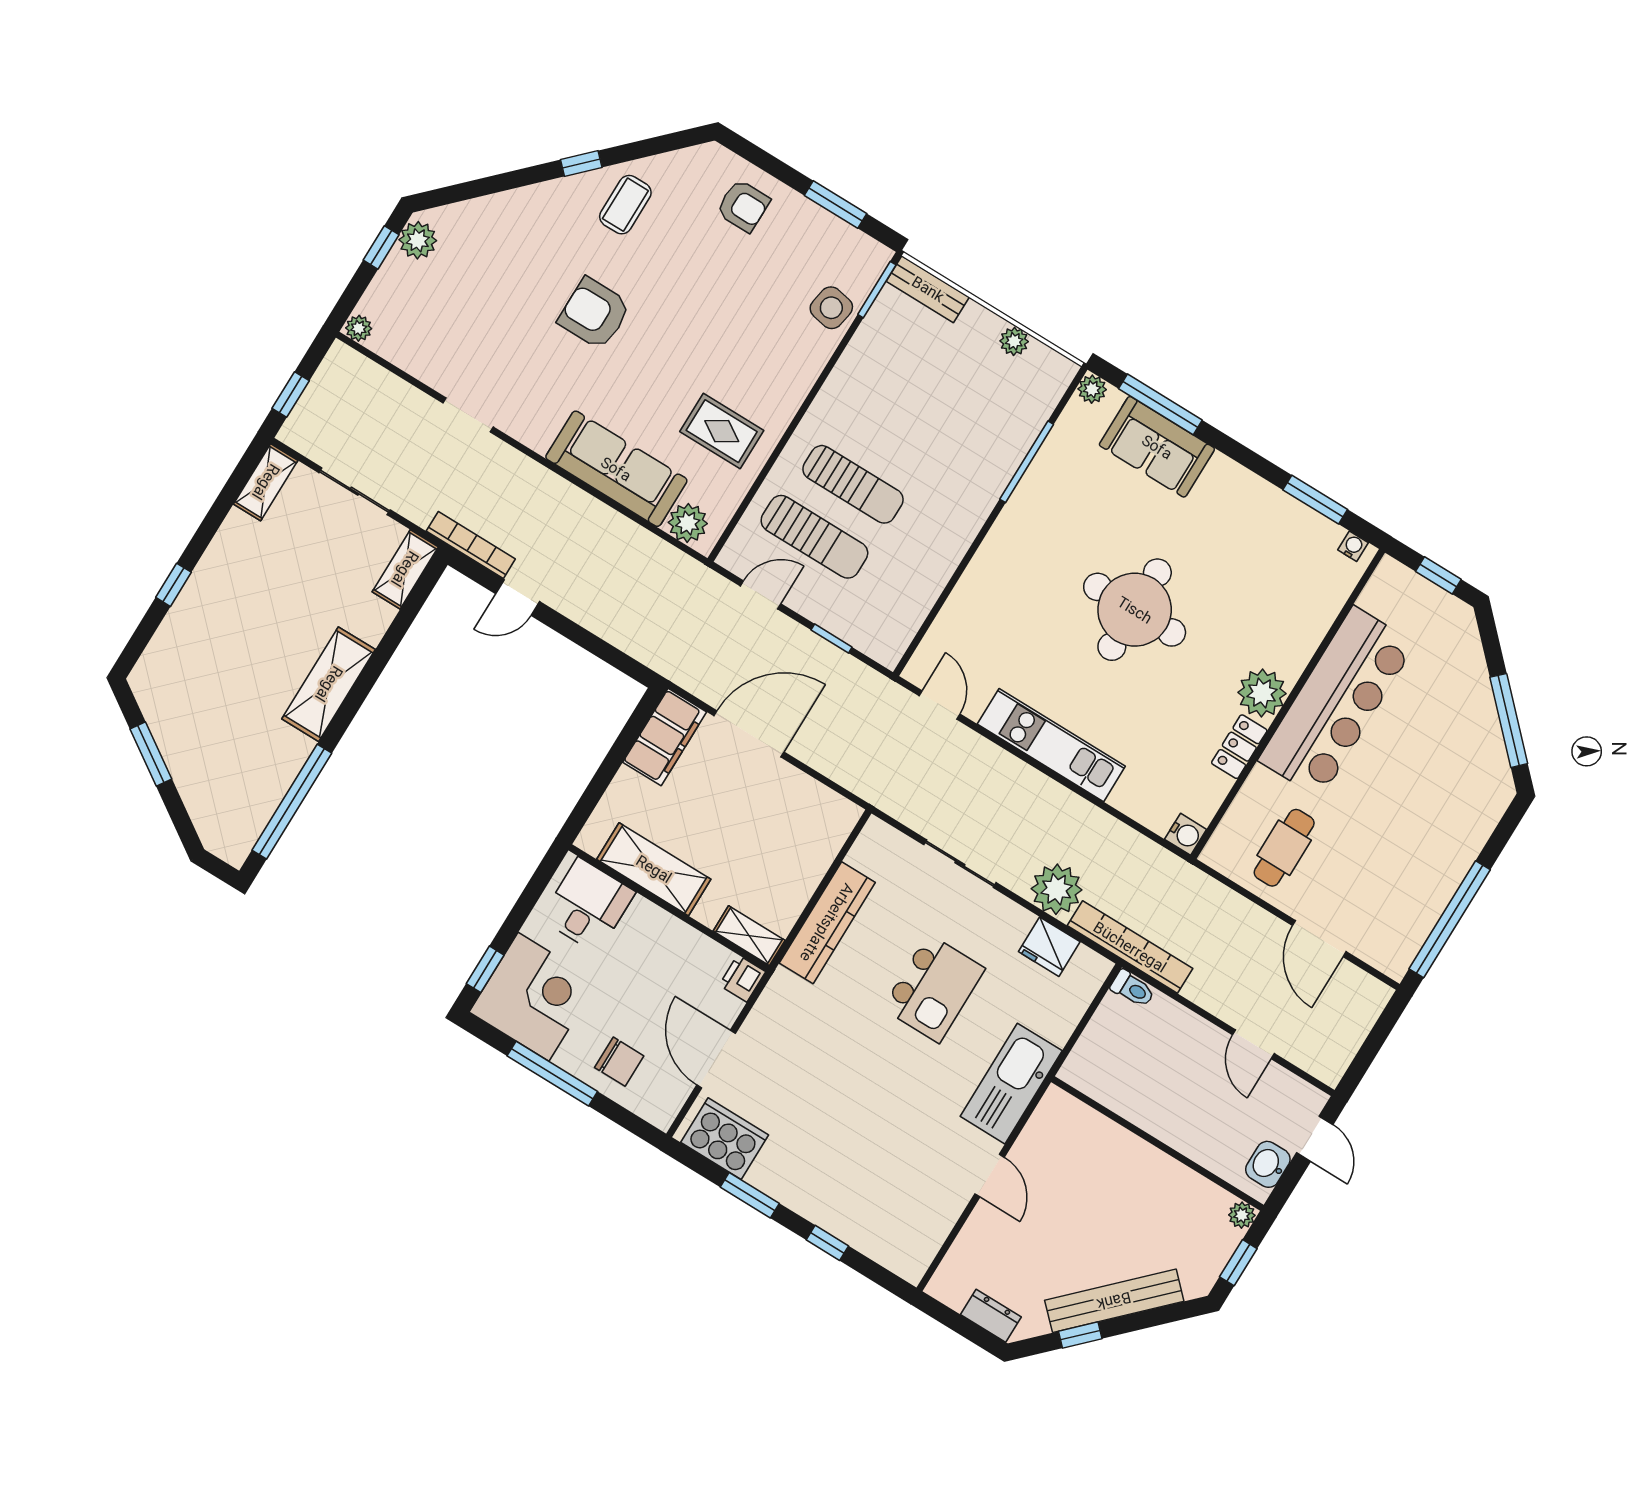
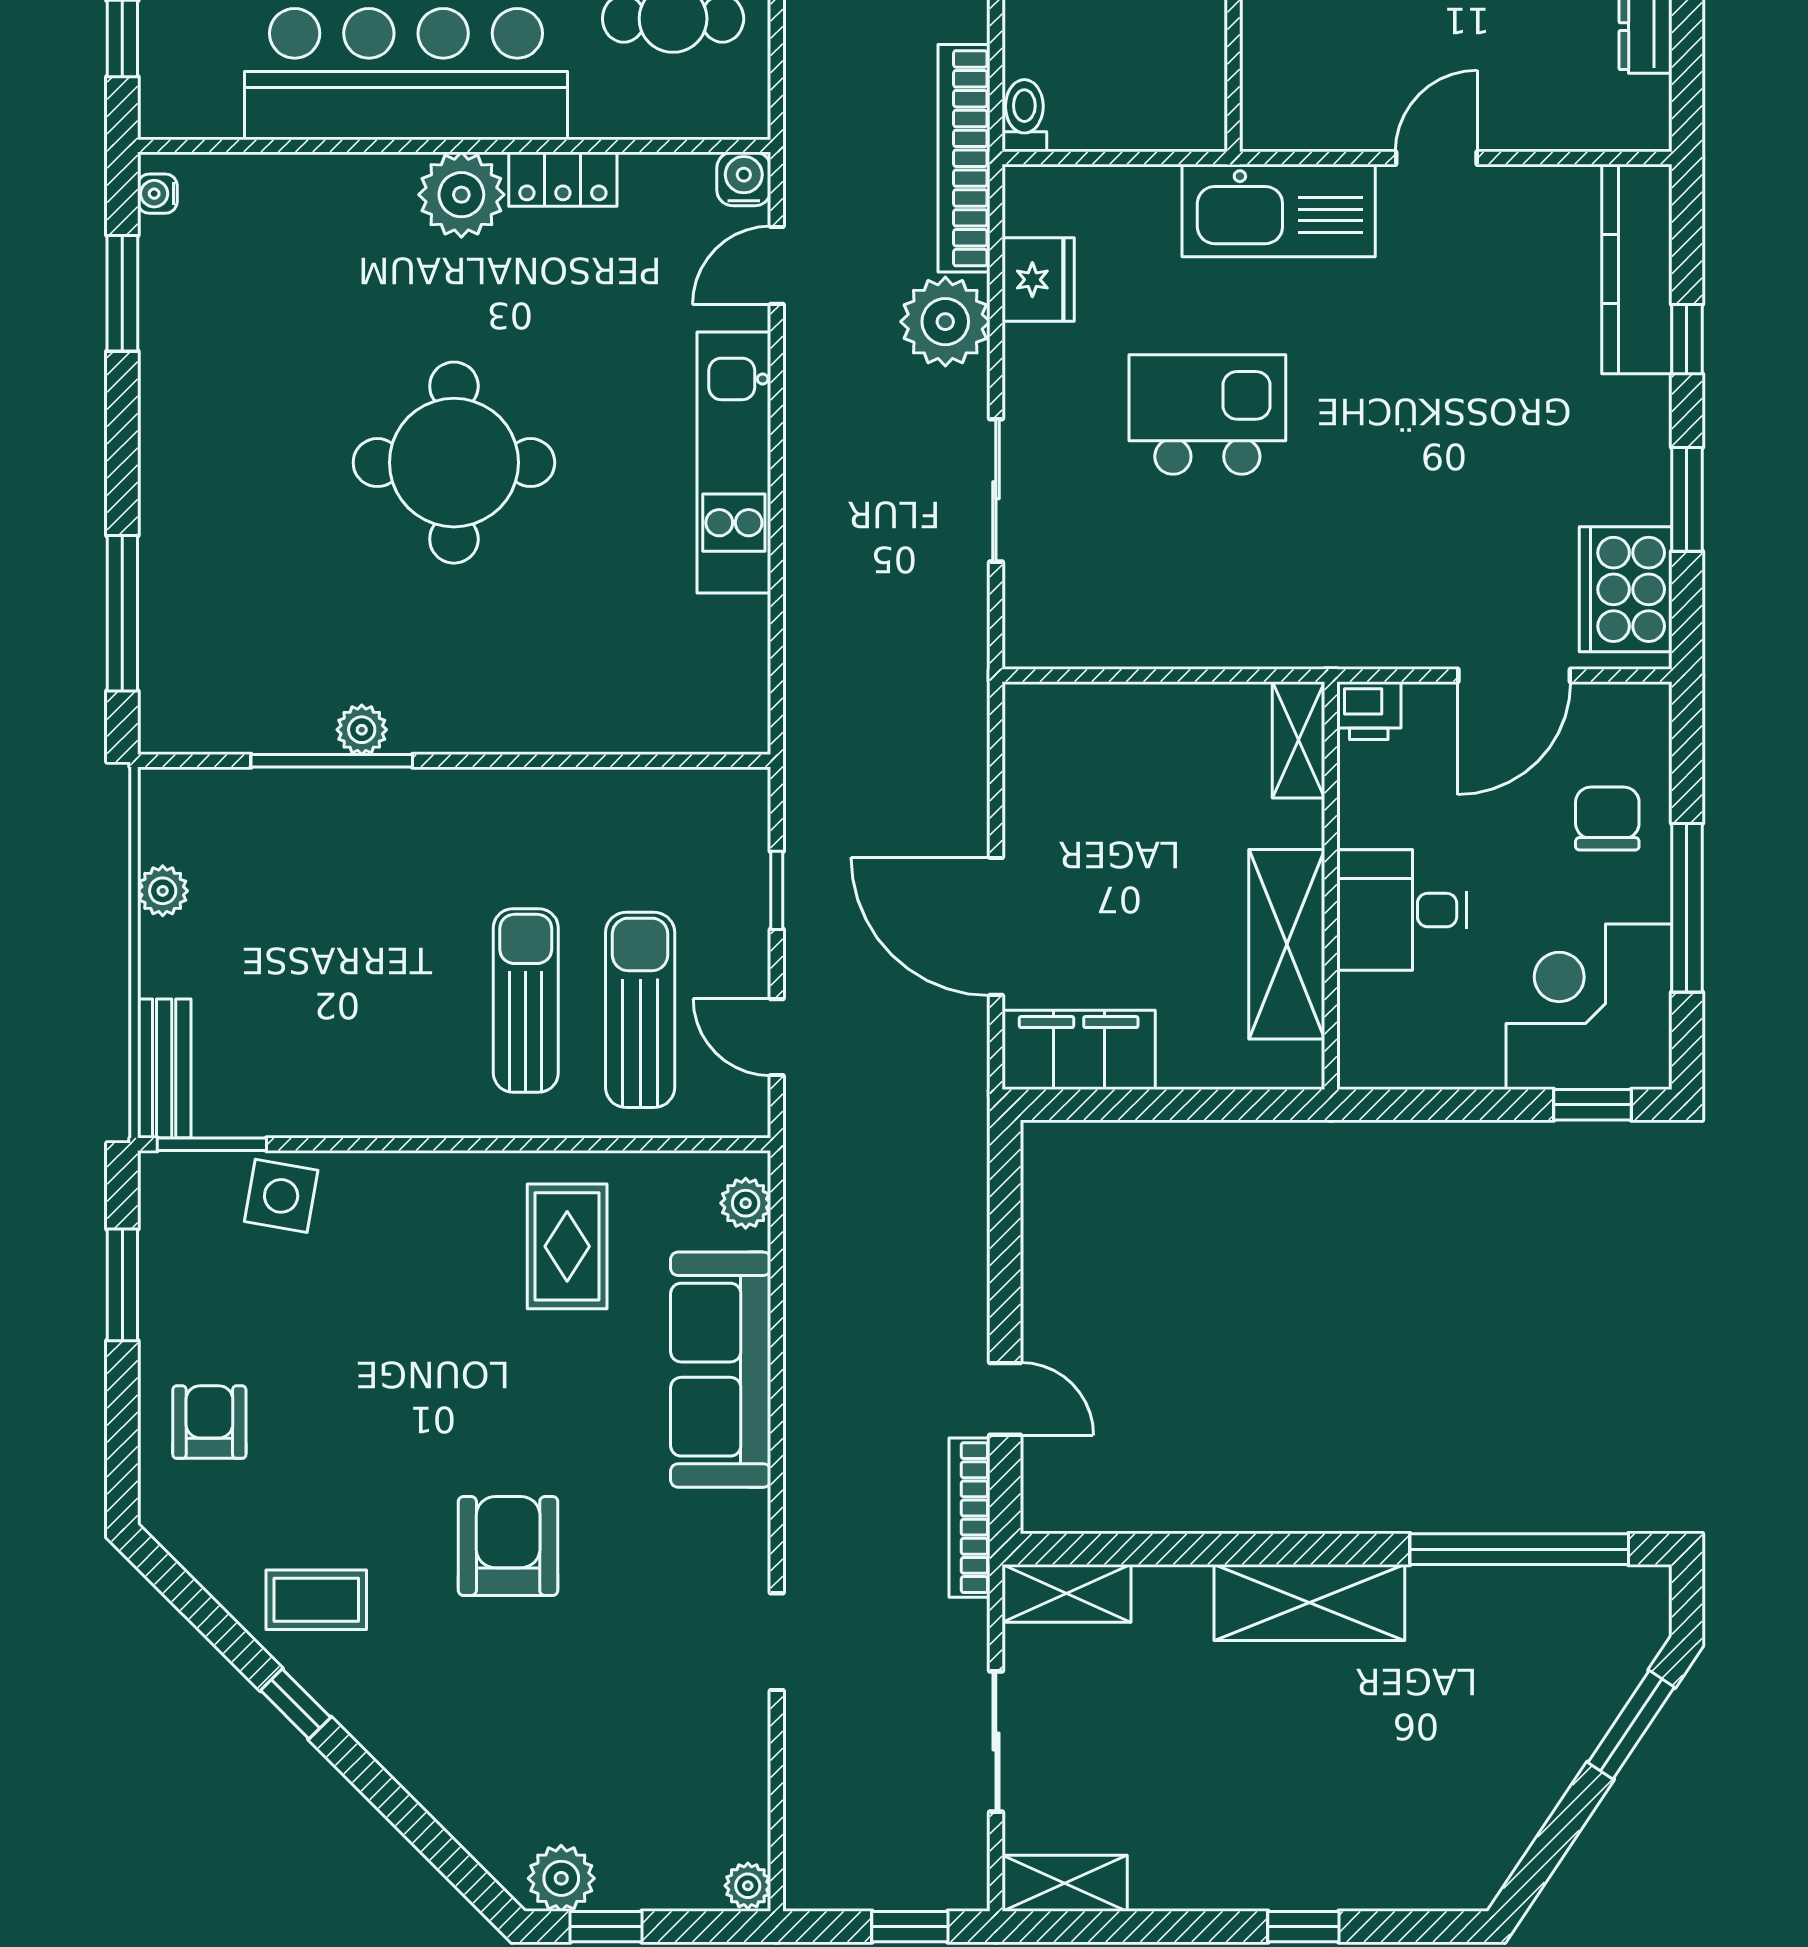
armchair: (594, 313) -> (508, 1546), turned 180
plant: (1092, 389) -> (362, 730), moved
sofa: (1157, 447) -> (189, 579), removed
plant: (688, 523) -> (746, 1203), width x0.73, depth x0.73
door: (940, 705) -> (777, 265), moved
window: (151, 754) -> (1631, 1725), moved
desk: (588, 905) -> (1402, 910), moved
kitchen counter: (827, 923) -> (1637, 269), moved, turned -90

